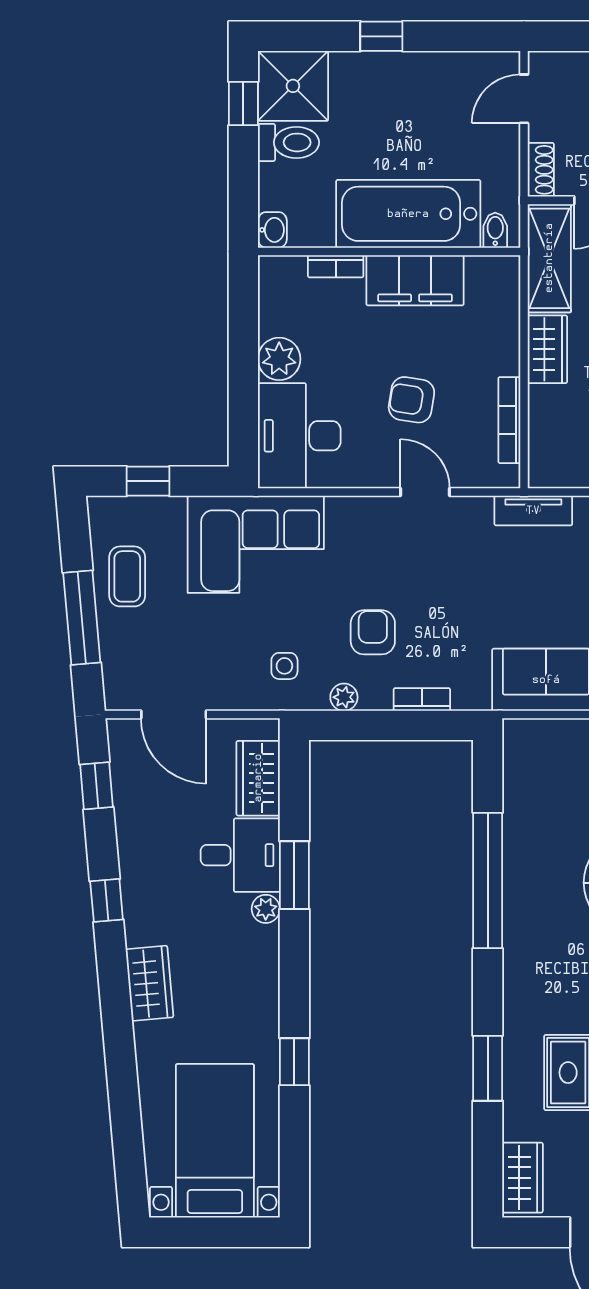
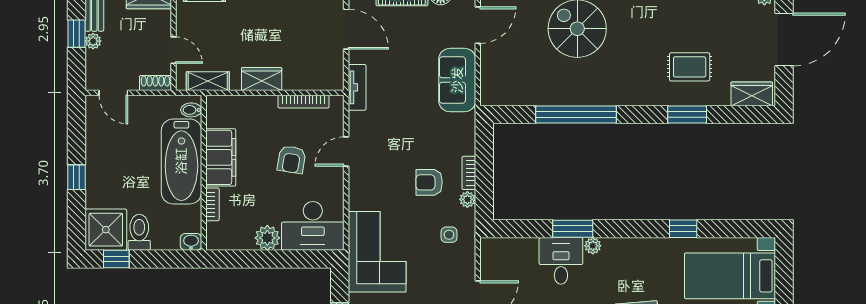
shelving: (549, 258) -> (208, 81), width x0.67, depth x0.75
bookcase: (422, 699) -> (469, 173), moved
wardrobe: (258, 778) -> (515, 250), removed

